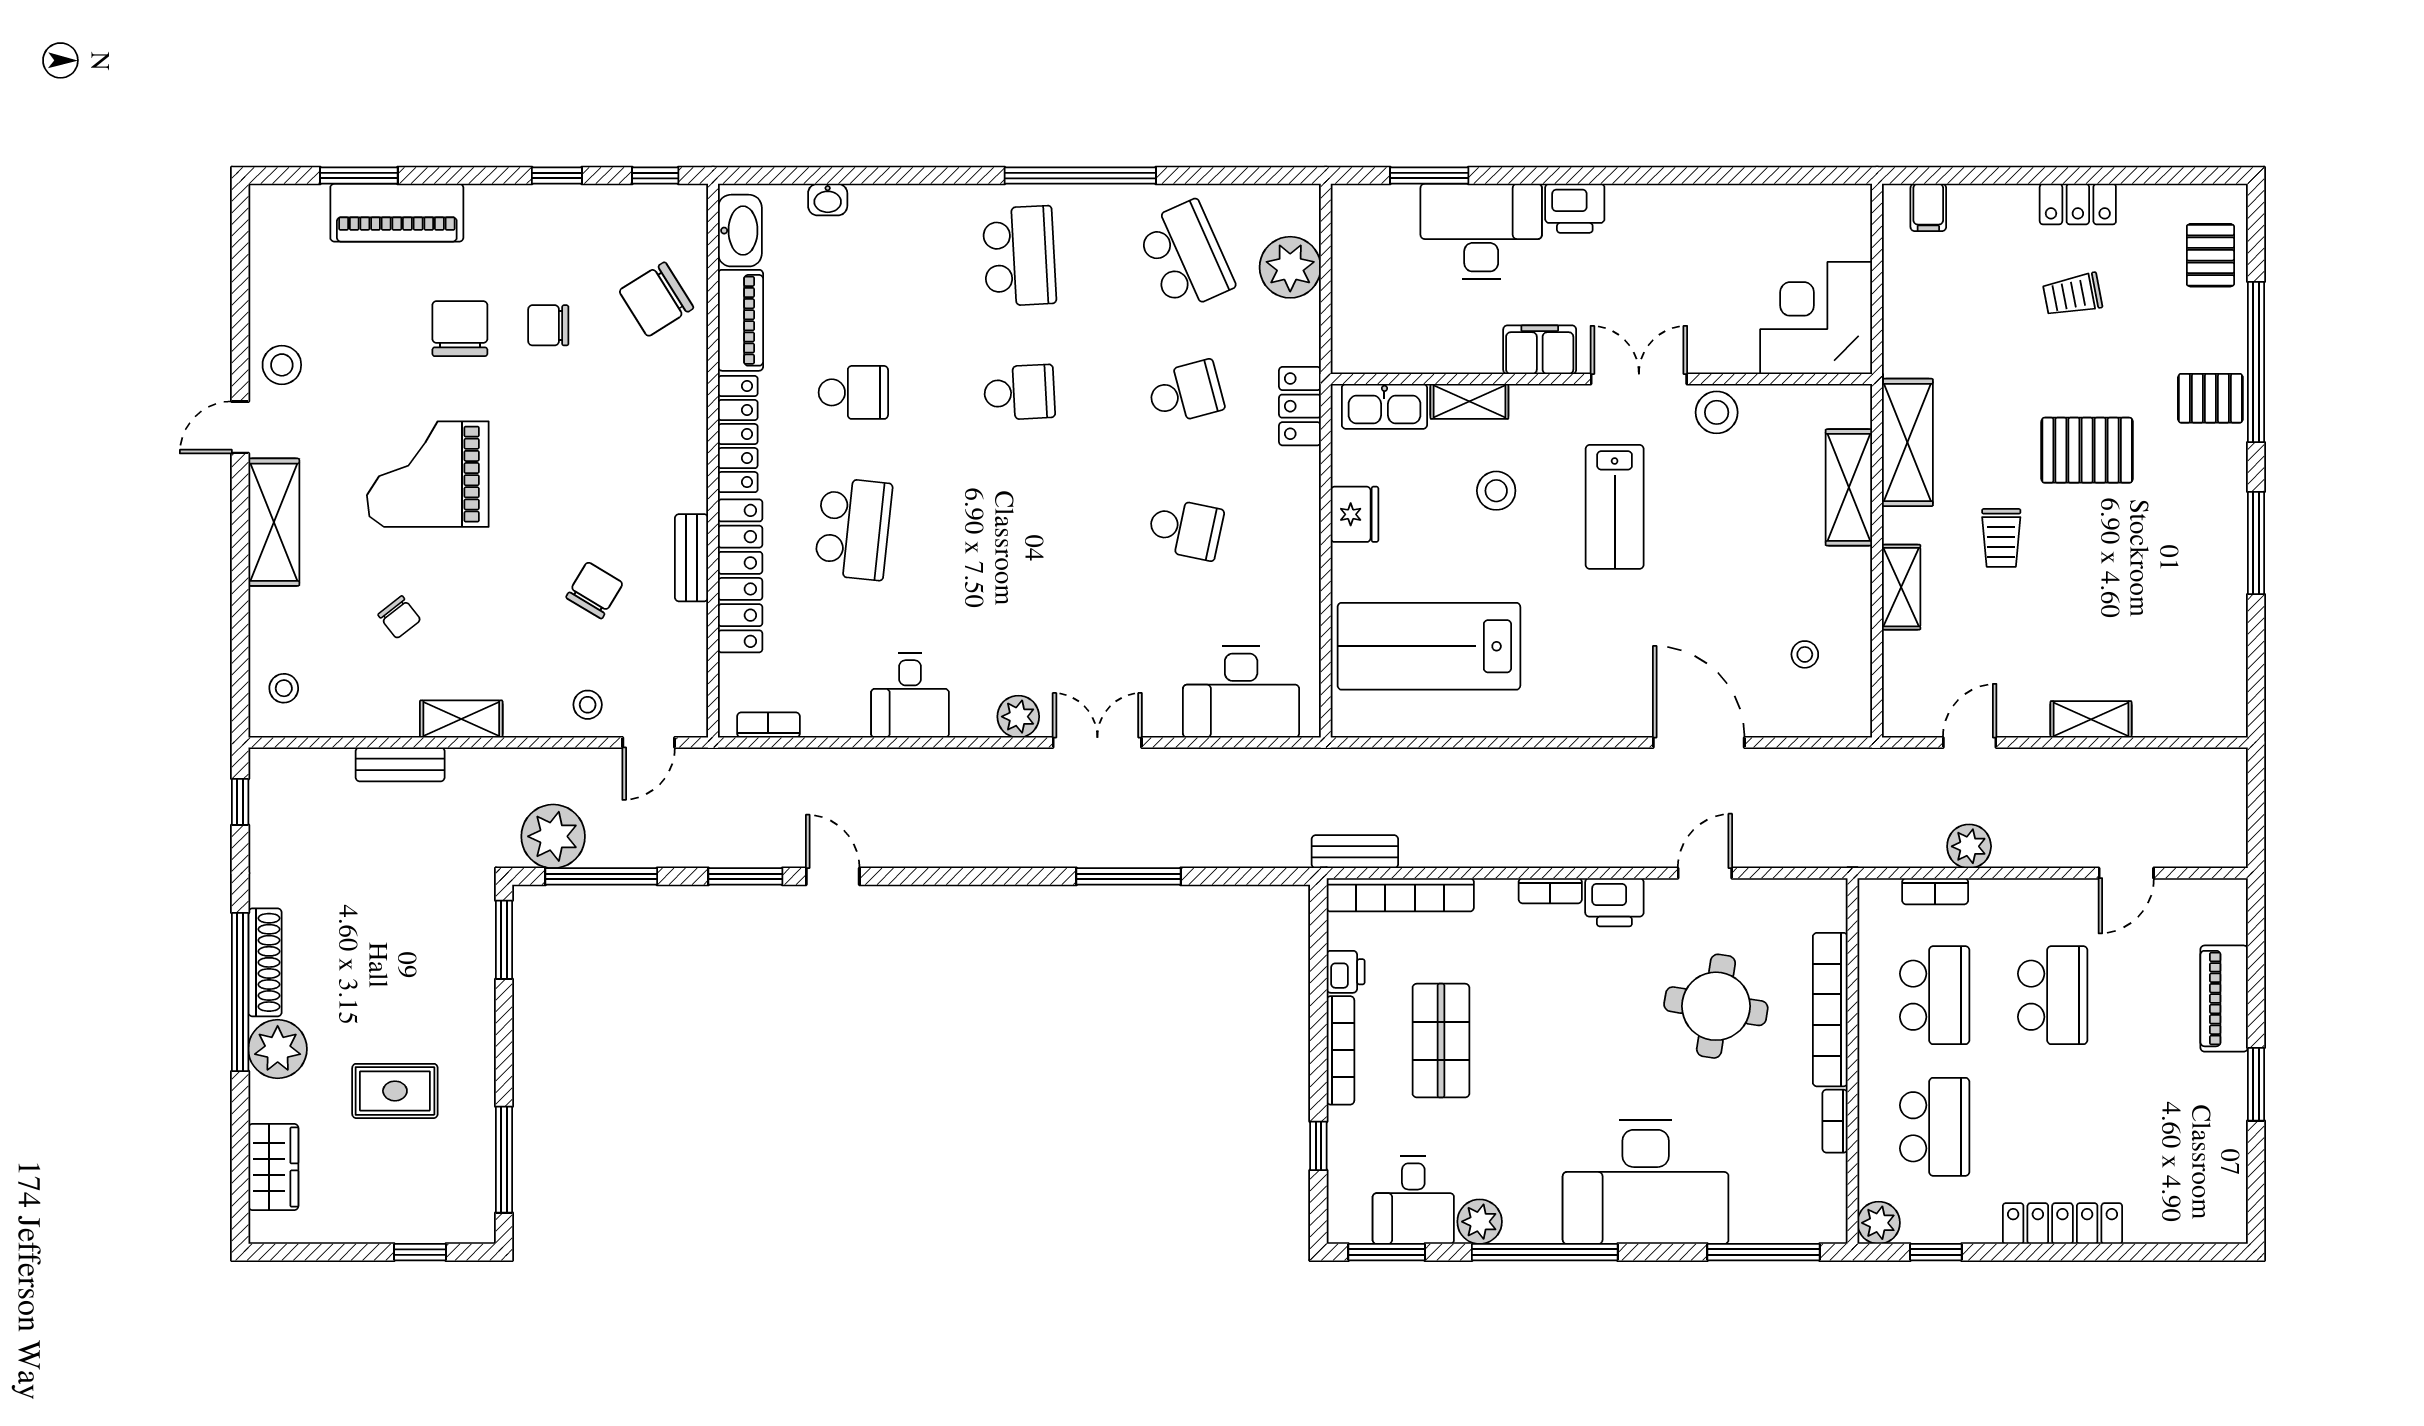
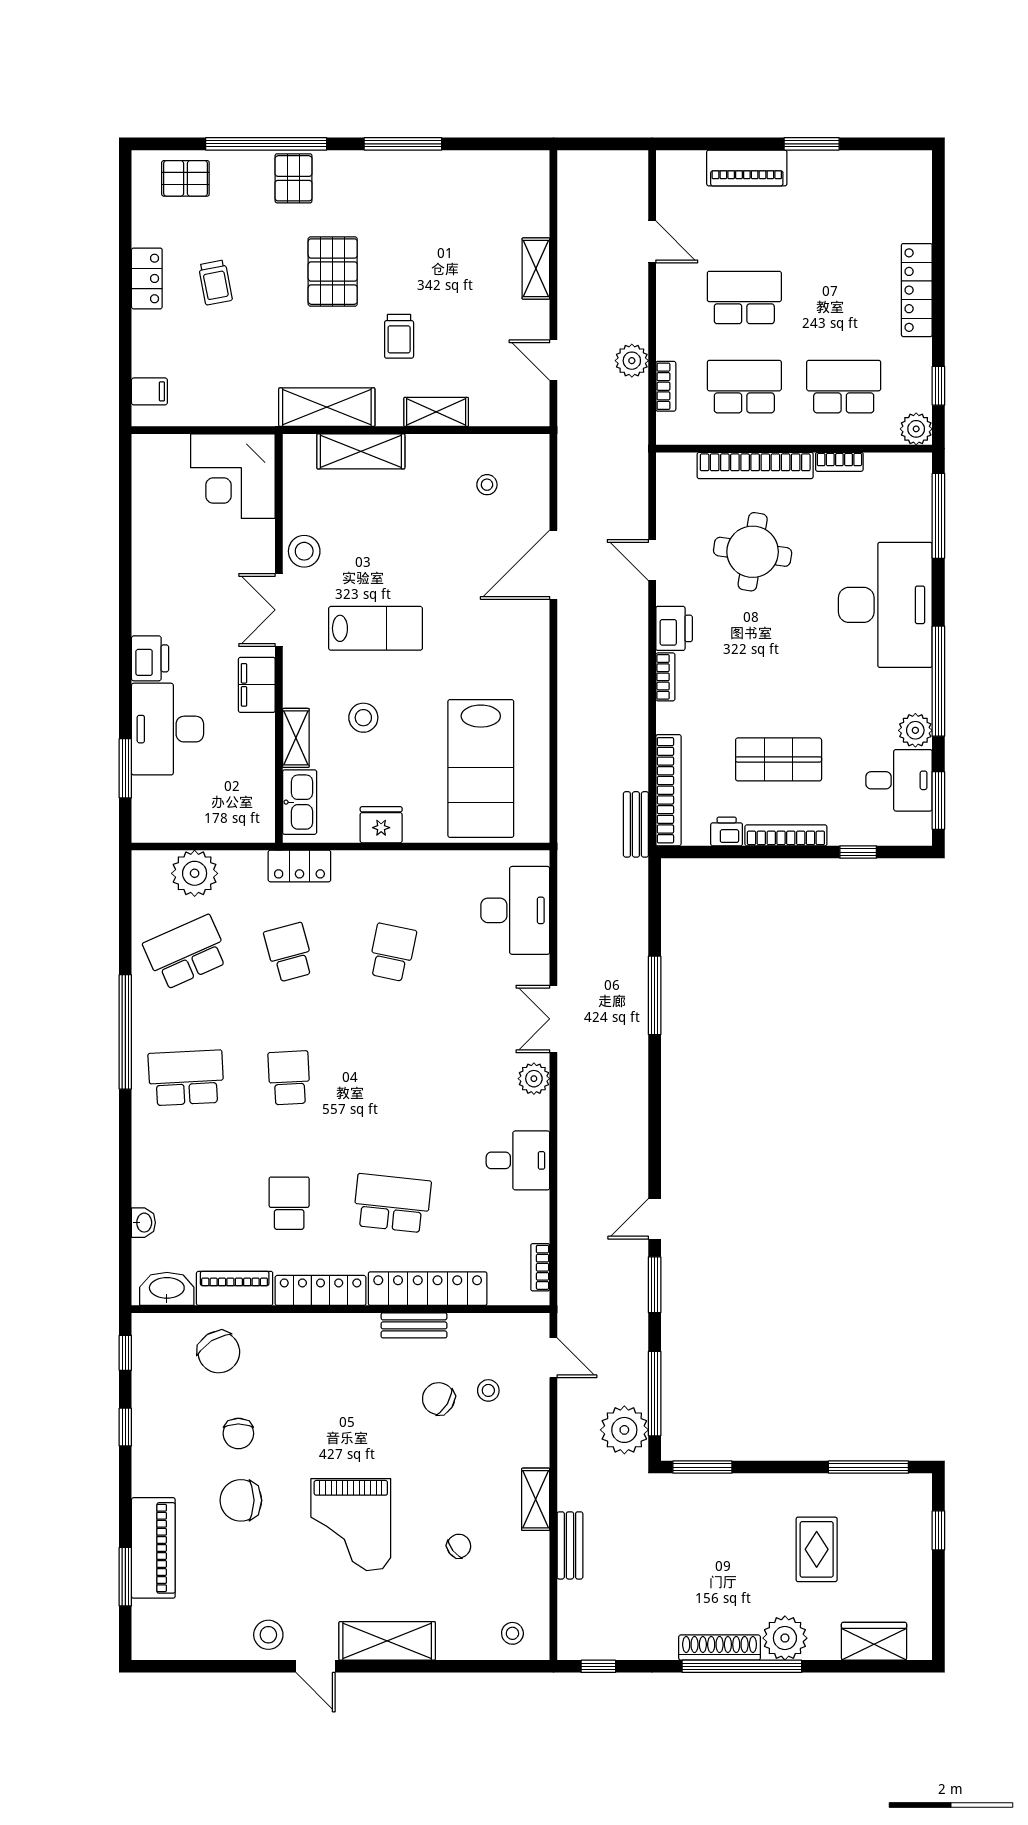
trolley: (2001, 538) -> (399, 336), turned 90
stool: (588, 705) -> (488, 1390), moved

